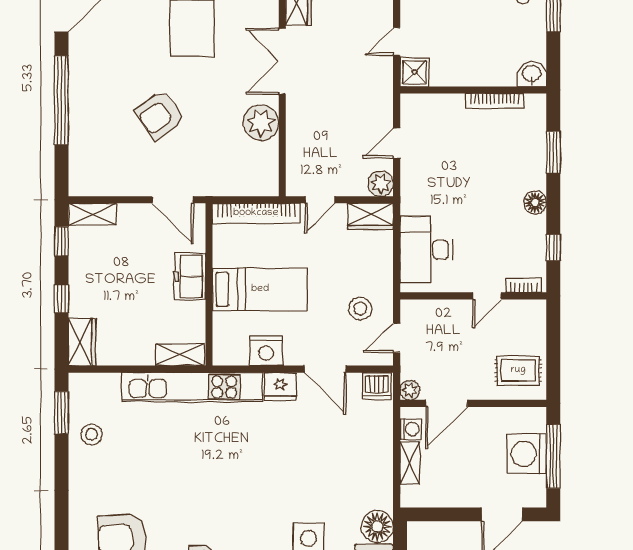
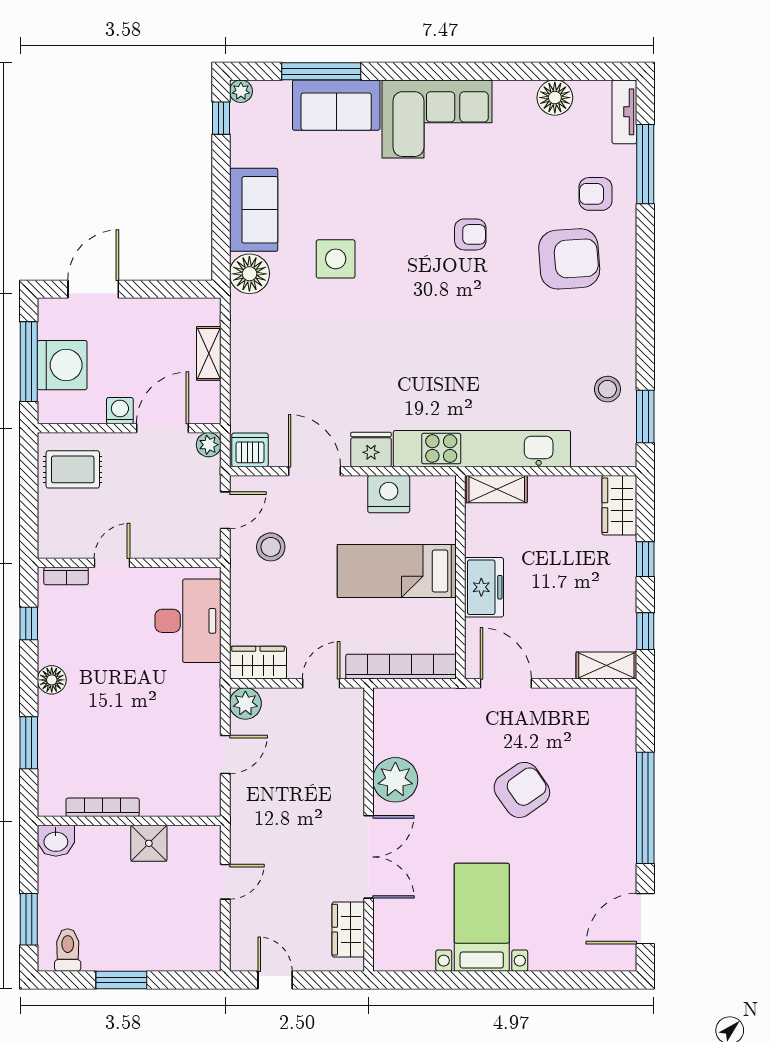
shower: (414, 72) -> (149, 843), moved
washing machine: (411, 429) -> (120, 411), moved, turned 90

